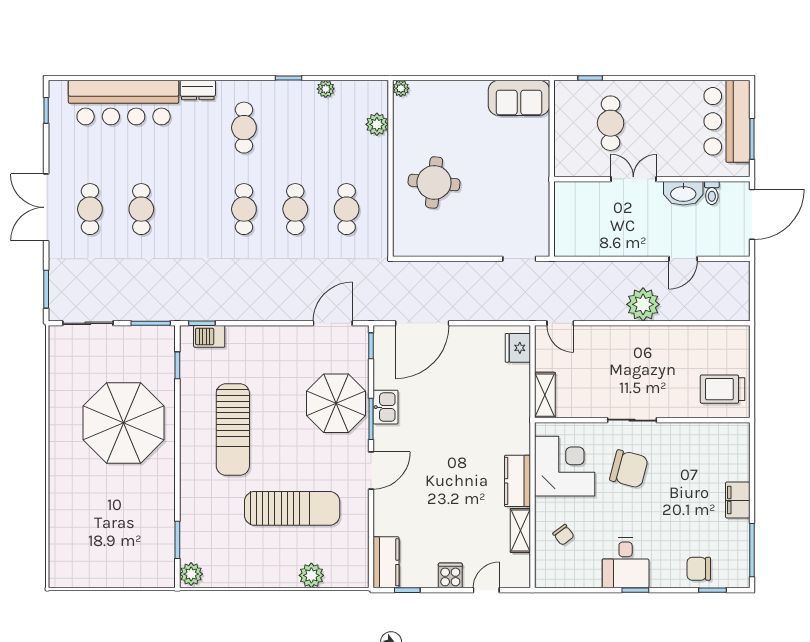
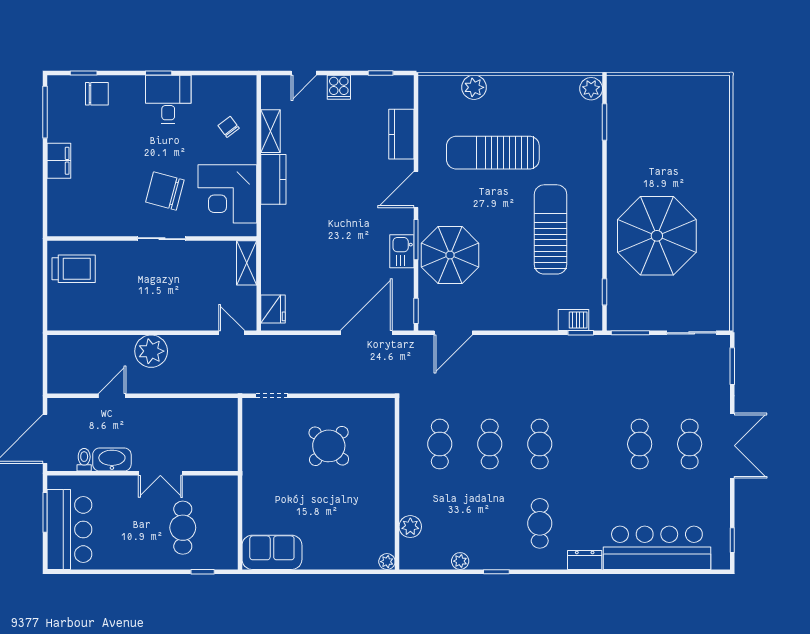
round table: (434, 182) -> (329, 446), moved, turned 38
kitchen counter: (386, 562) -> (401, 134), moved

